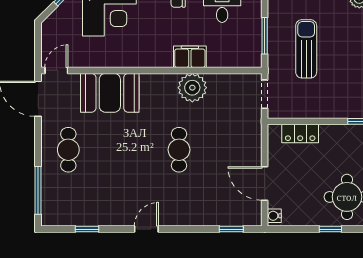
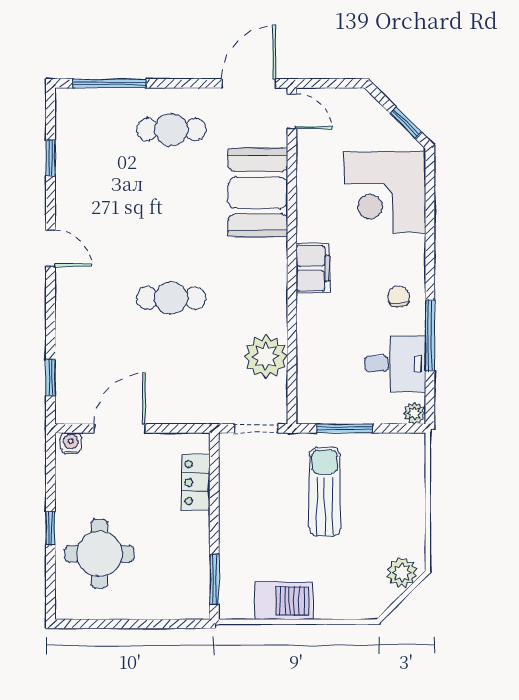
sun lounger: (306, 49) -> (325, 492), turned -90
filing cabinet: (190, 57) -> (313, 268), moved
plant: (192, 88) -> (266, 357), moved

